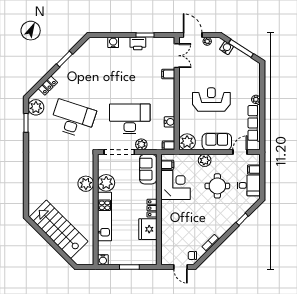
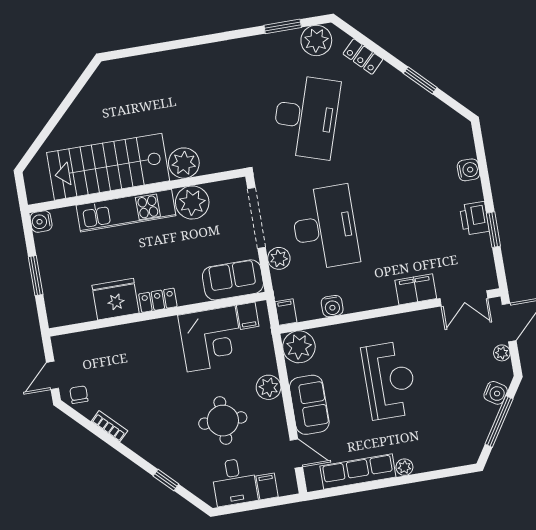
filing cabinet: (168, 74) -> (416, 289), width x2.00
stairs: (59, 229) -> (108, 167), moved, turned -135

